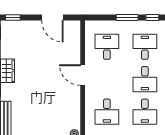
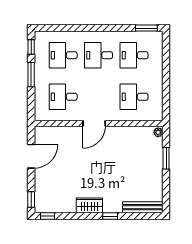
desk: (145, 79) -> (99, 55), turned 180
desk: (107, 112) -> (134, 97), turned 180
desk: (145, 112) -> (134, 55), turned 180

